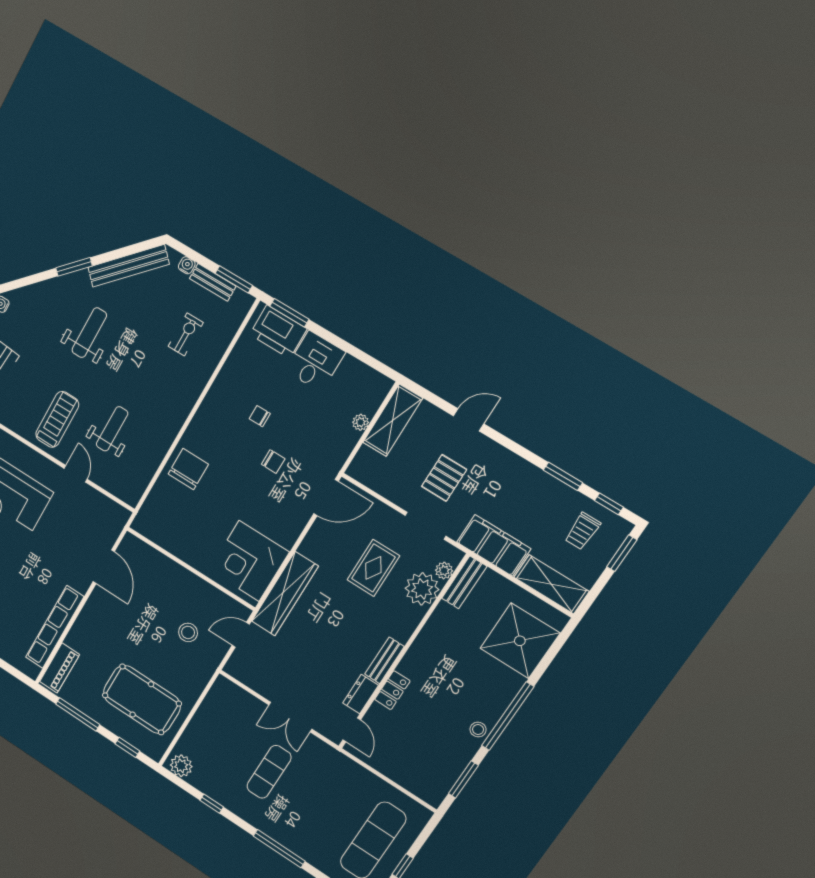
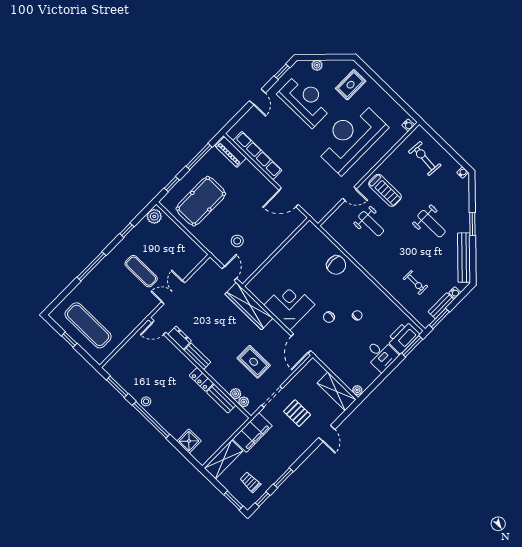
plant: (361, 422) -> (357, 390), moved
corner desk: (249, 561) -> (289, 305), moved
bench: (464, 582) -> (221, 399), moved
plant: (422, 589) -> (236, 394), width x0.53, depth x0.53
shower: (520, 641) -> (189, 441), width x0.54, depth x0.54
locker: (392, 690) -> (201, 379), moved

